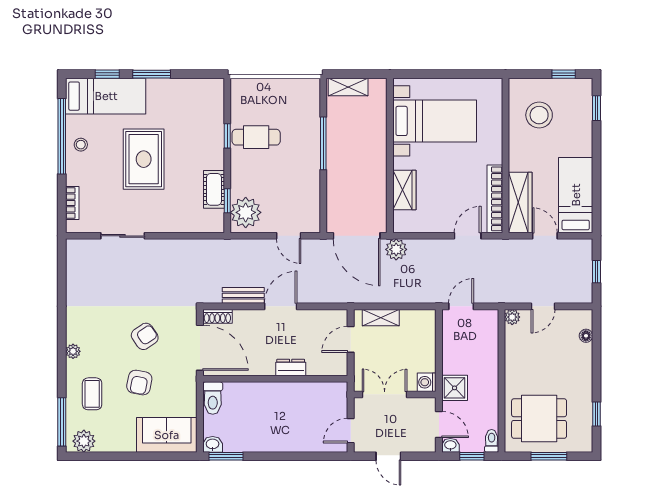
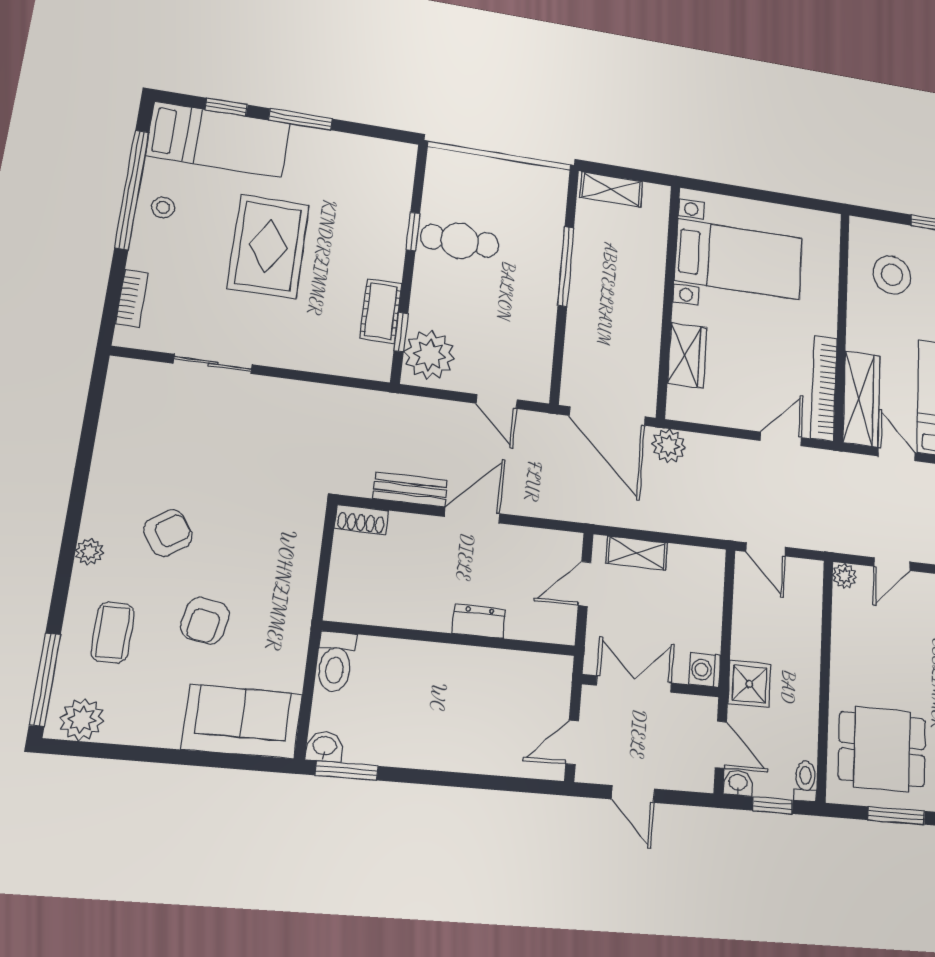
door: (461, 306) -> (766, 549), swing flipped
armchair: (145, 336) -> (168, 533), moved
door: (200, 348) -> (324, 570), removed

